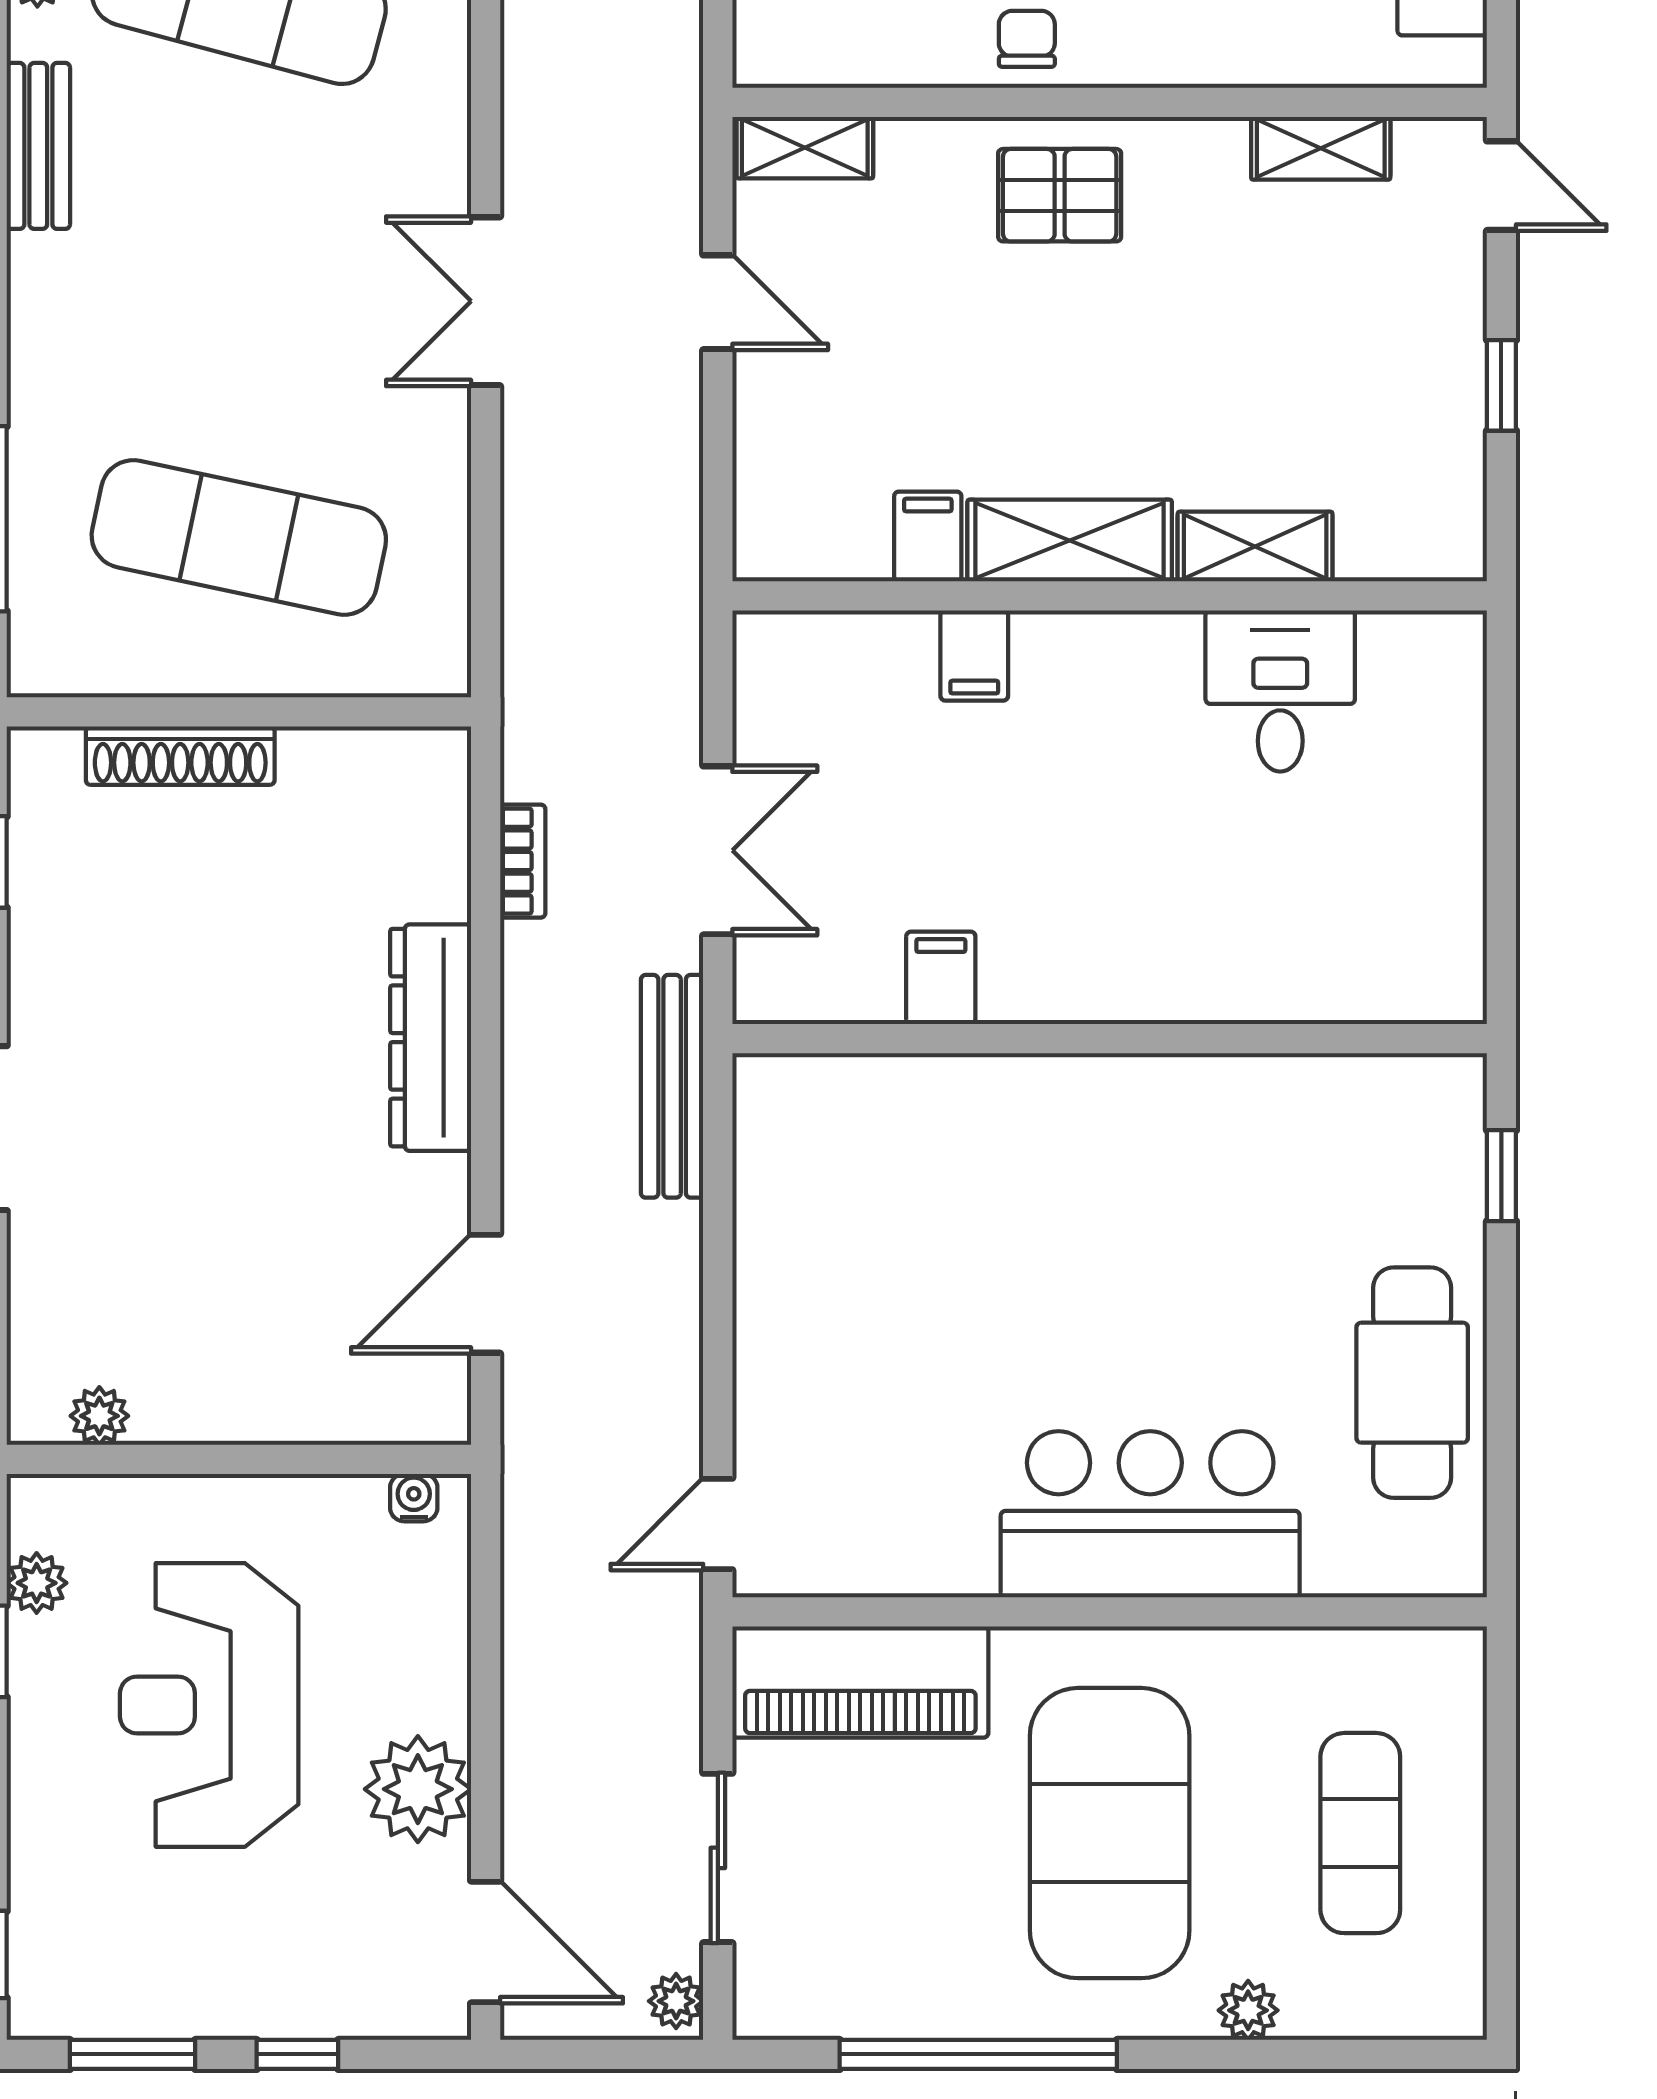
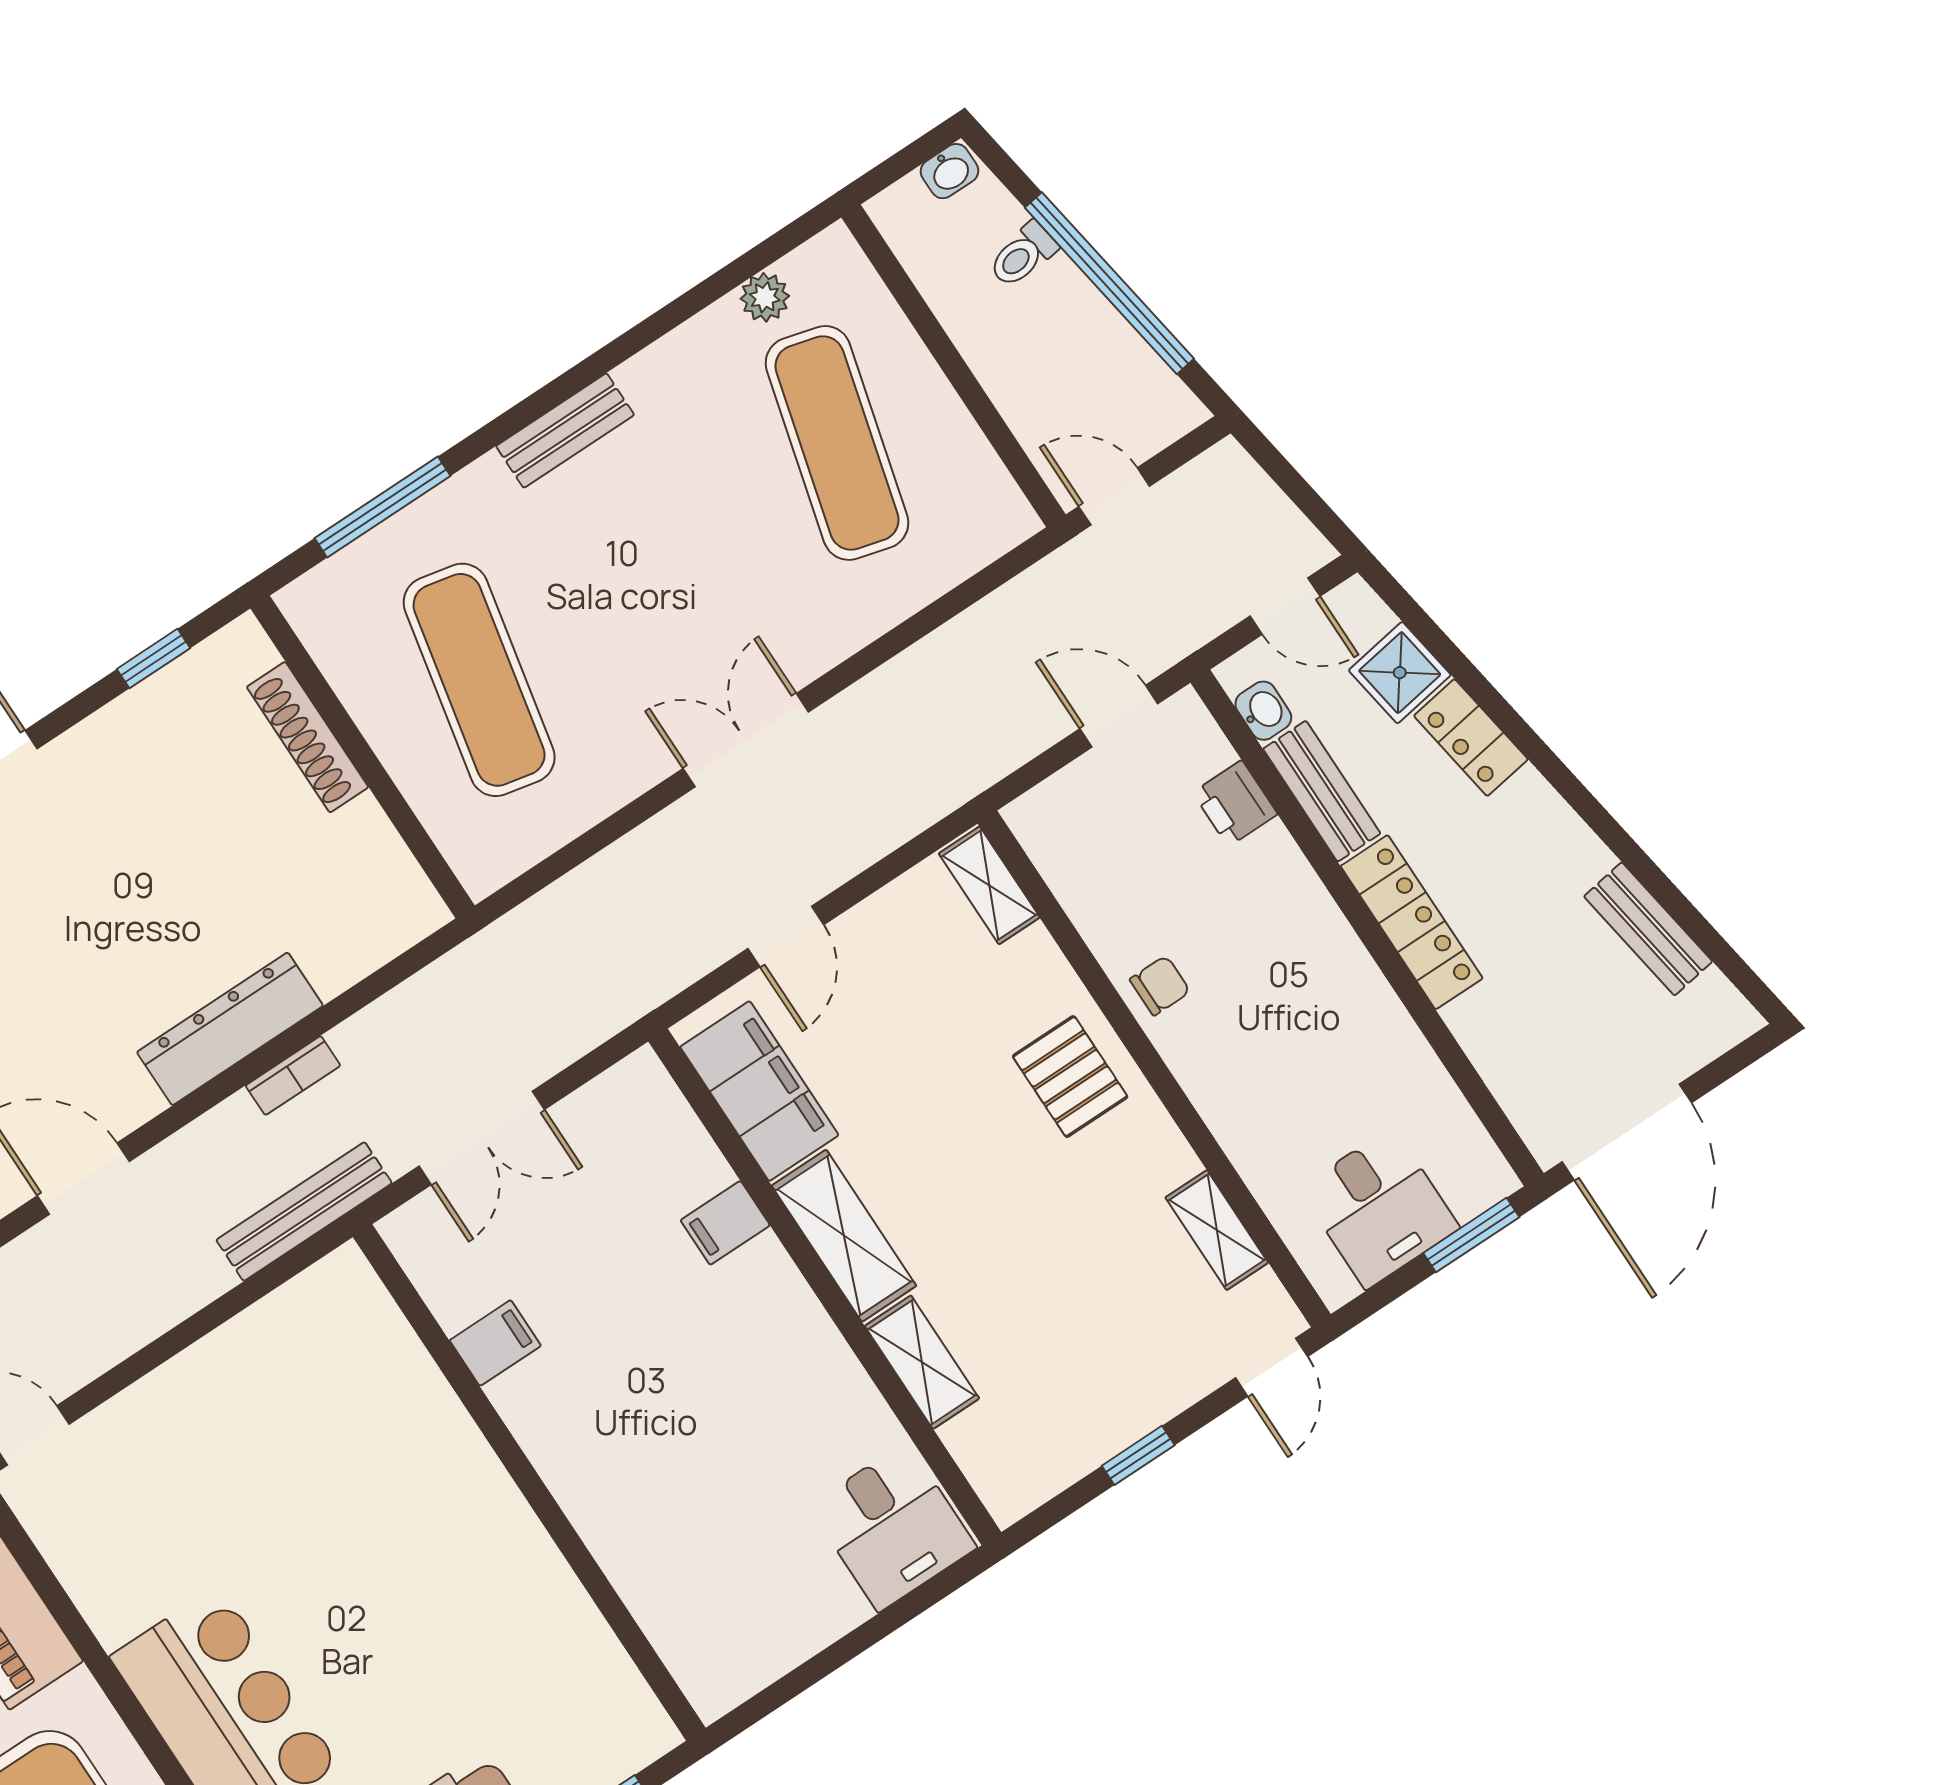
bench: (38, 146) -> (565, 431), moved
door: (718, 302) -> (786, 937), moved
filing cabinet: (928, 536) -> (759, 1091), width x3.00, depth x1.17
desk: (1280, 691) -> (893, 1527), moved, turned 90
bookcase: (523, 861) -> (293, 1076), moved

